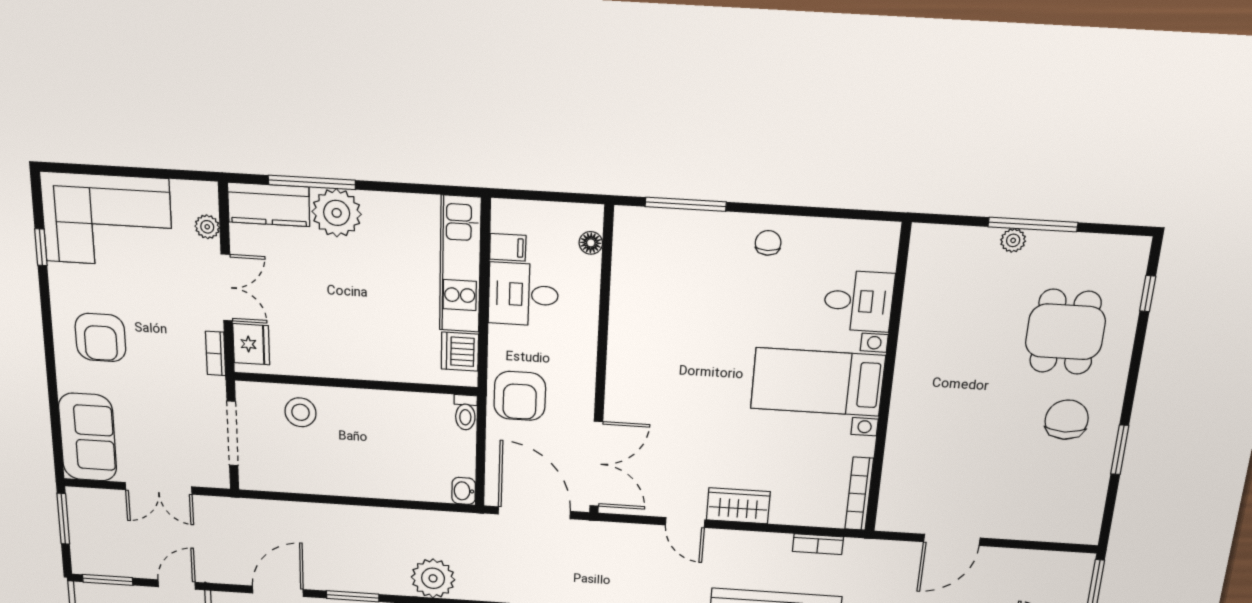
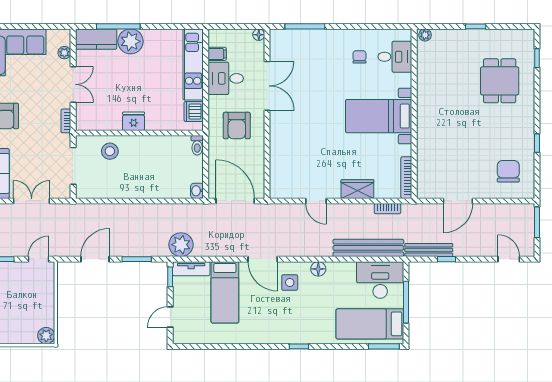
window: (1033, 225) -> (476, 26), width x0.46
plant: (1013, 240) -> (425, 35), moved
floor lamp: (591, 243) -> (259, 35), moved
chair: (768, 243) -> (359, 57), moved
desk: (859, 301) -> (395, 57), moved
fridge: (251, 344) -> (134, 121), moved, turned -90
armchair: (520, 396) -> (237, 126), moved
chair: (1067, 420) -> (508, 171), moved
window: (1120, 450) -> (537, 143), width x0.67
double door: (596, 464) -> (267, 86), moved
double door: (159, 488) -> (32, 201), swing flipped
wardrobe: (738, 506) -> (357, 189), moved

